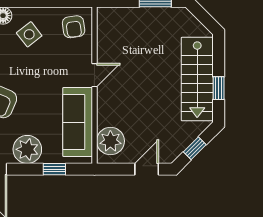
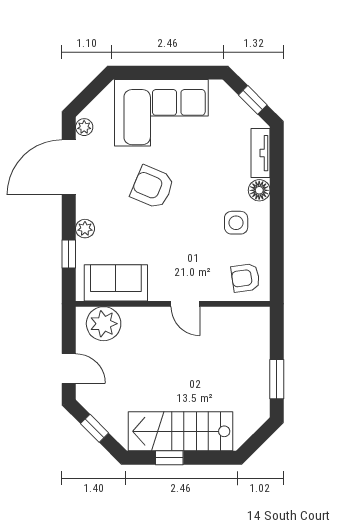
side table: (29, 34) -> (236, 223), turned 38
sofa: (78, 122) -> (116, 283), width x0.73
plant: (27, 149) -> (85, 229), width x0.53, depth x0.53

